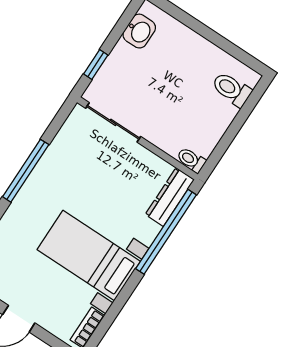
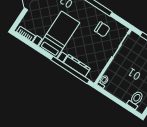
chair: (78, 161) -> (102, 29), added
dresser: (170, 197) -> (77, 66), moved

